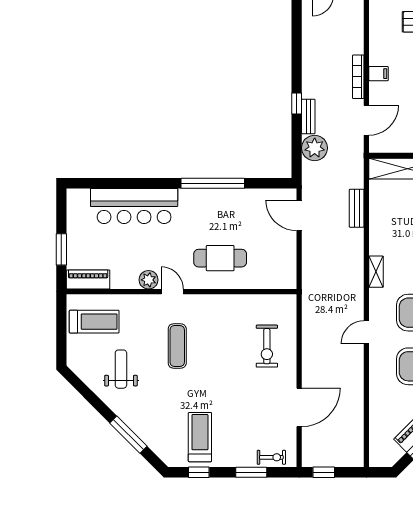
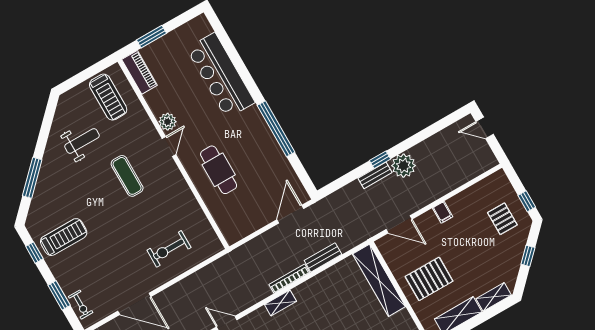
bookcase: (358, 77) -> (289, 279), moved
plant: (315, 148) -> (403, 166), moved
exercise mat: (177, 346) -> (127, 176), turned 90

